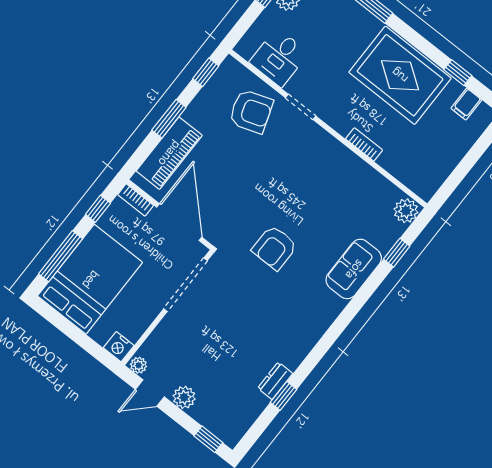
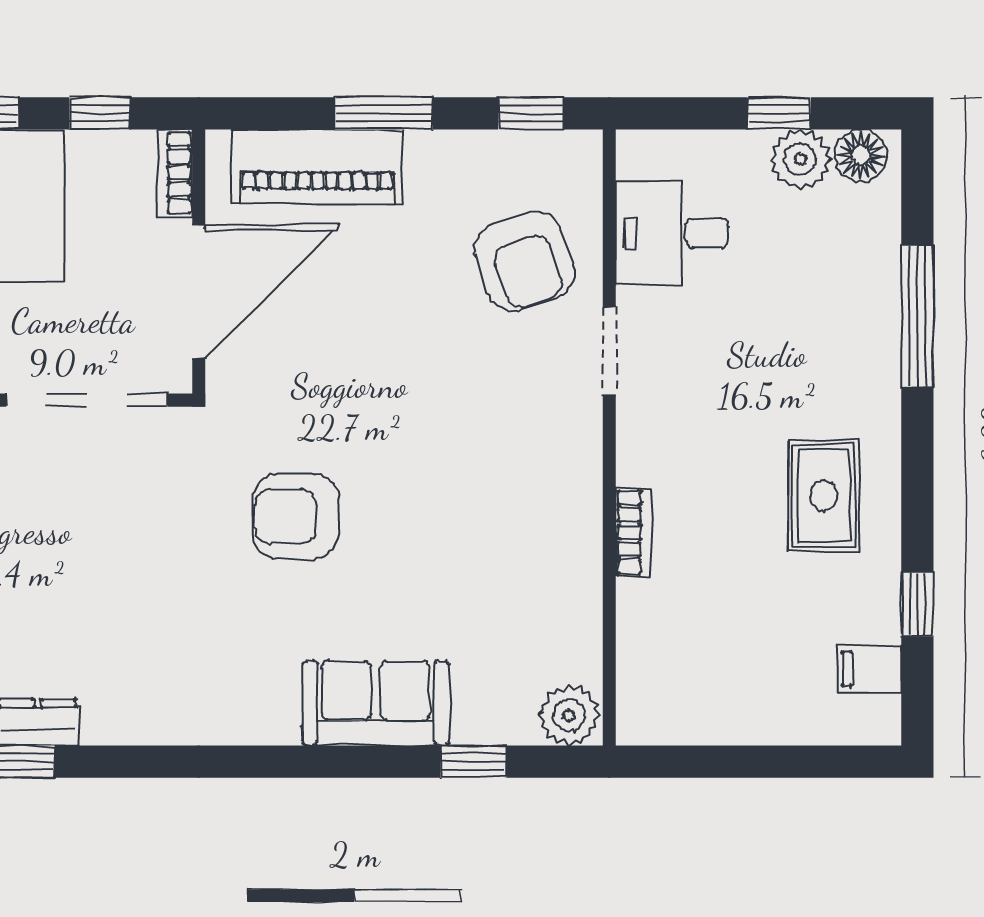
rug: (400, 75) -> (824, 496), width x0.54, depth x0.49

